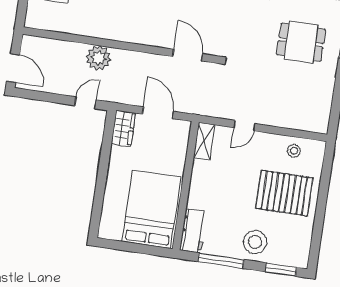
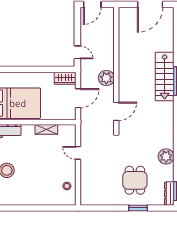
plant: (99, 58) -> (106, 78), moved
shelving: (204, 141) -> (46, 129), moved
pallet: (284, 193) -> (40, 184), removed

